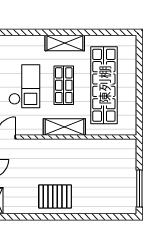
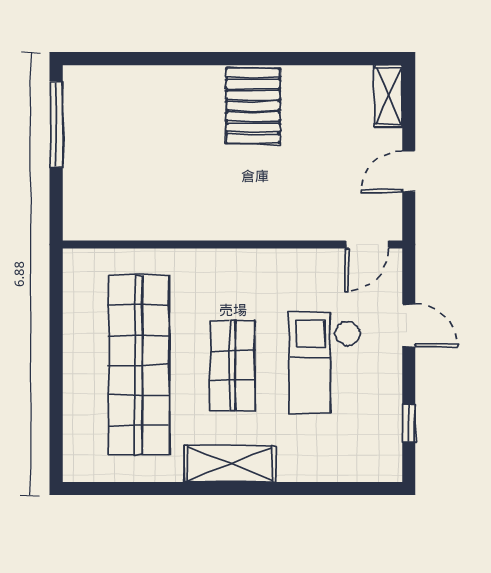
shelving: (64, 127) -> (231, 268), removed
pallet: (55, 196) -> (253, 106), turned 90

